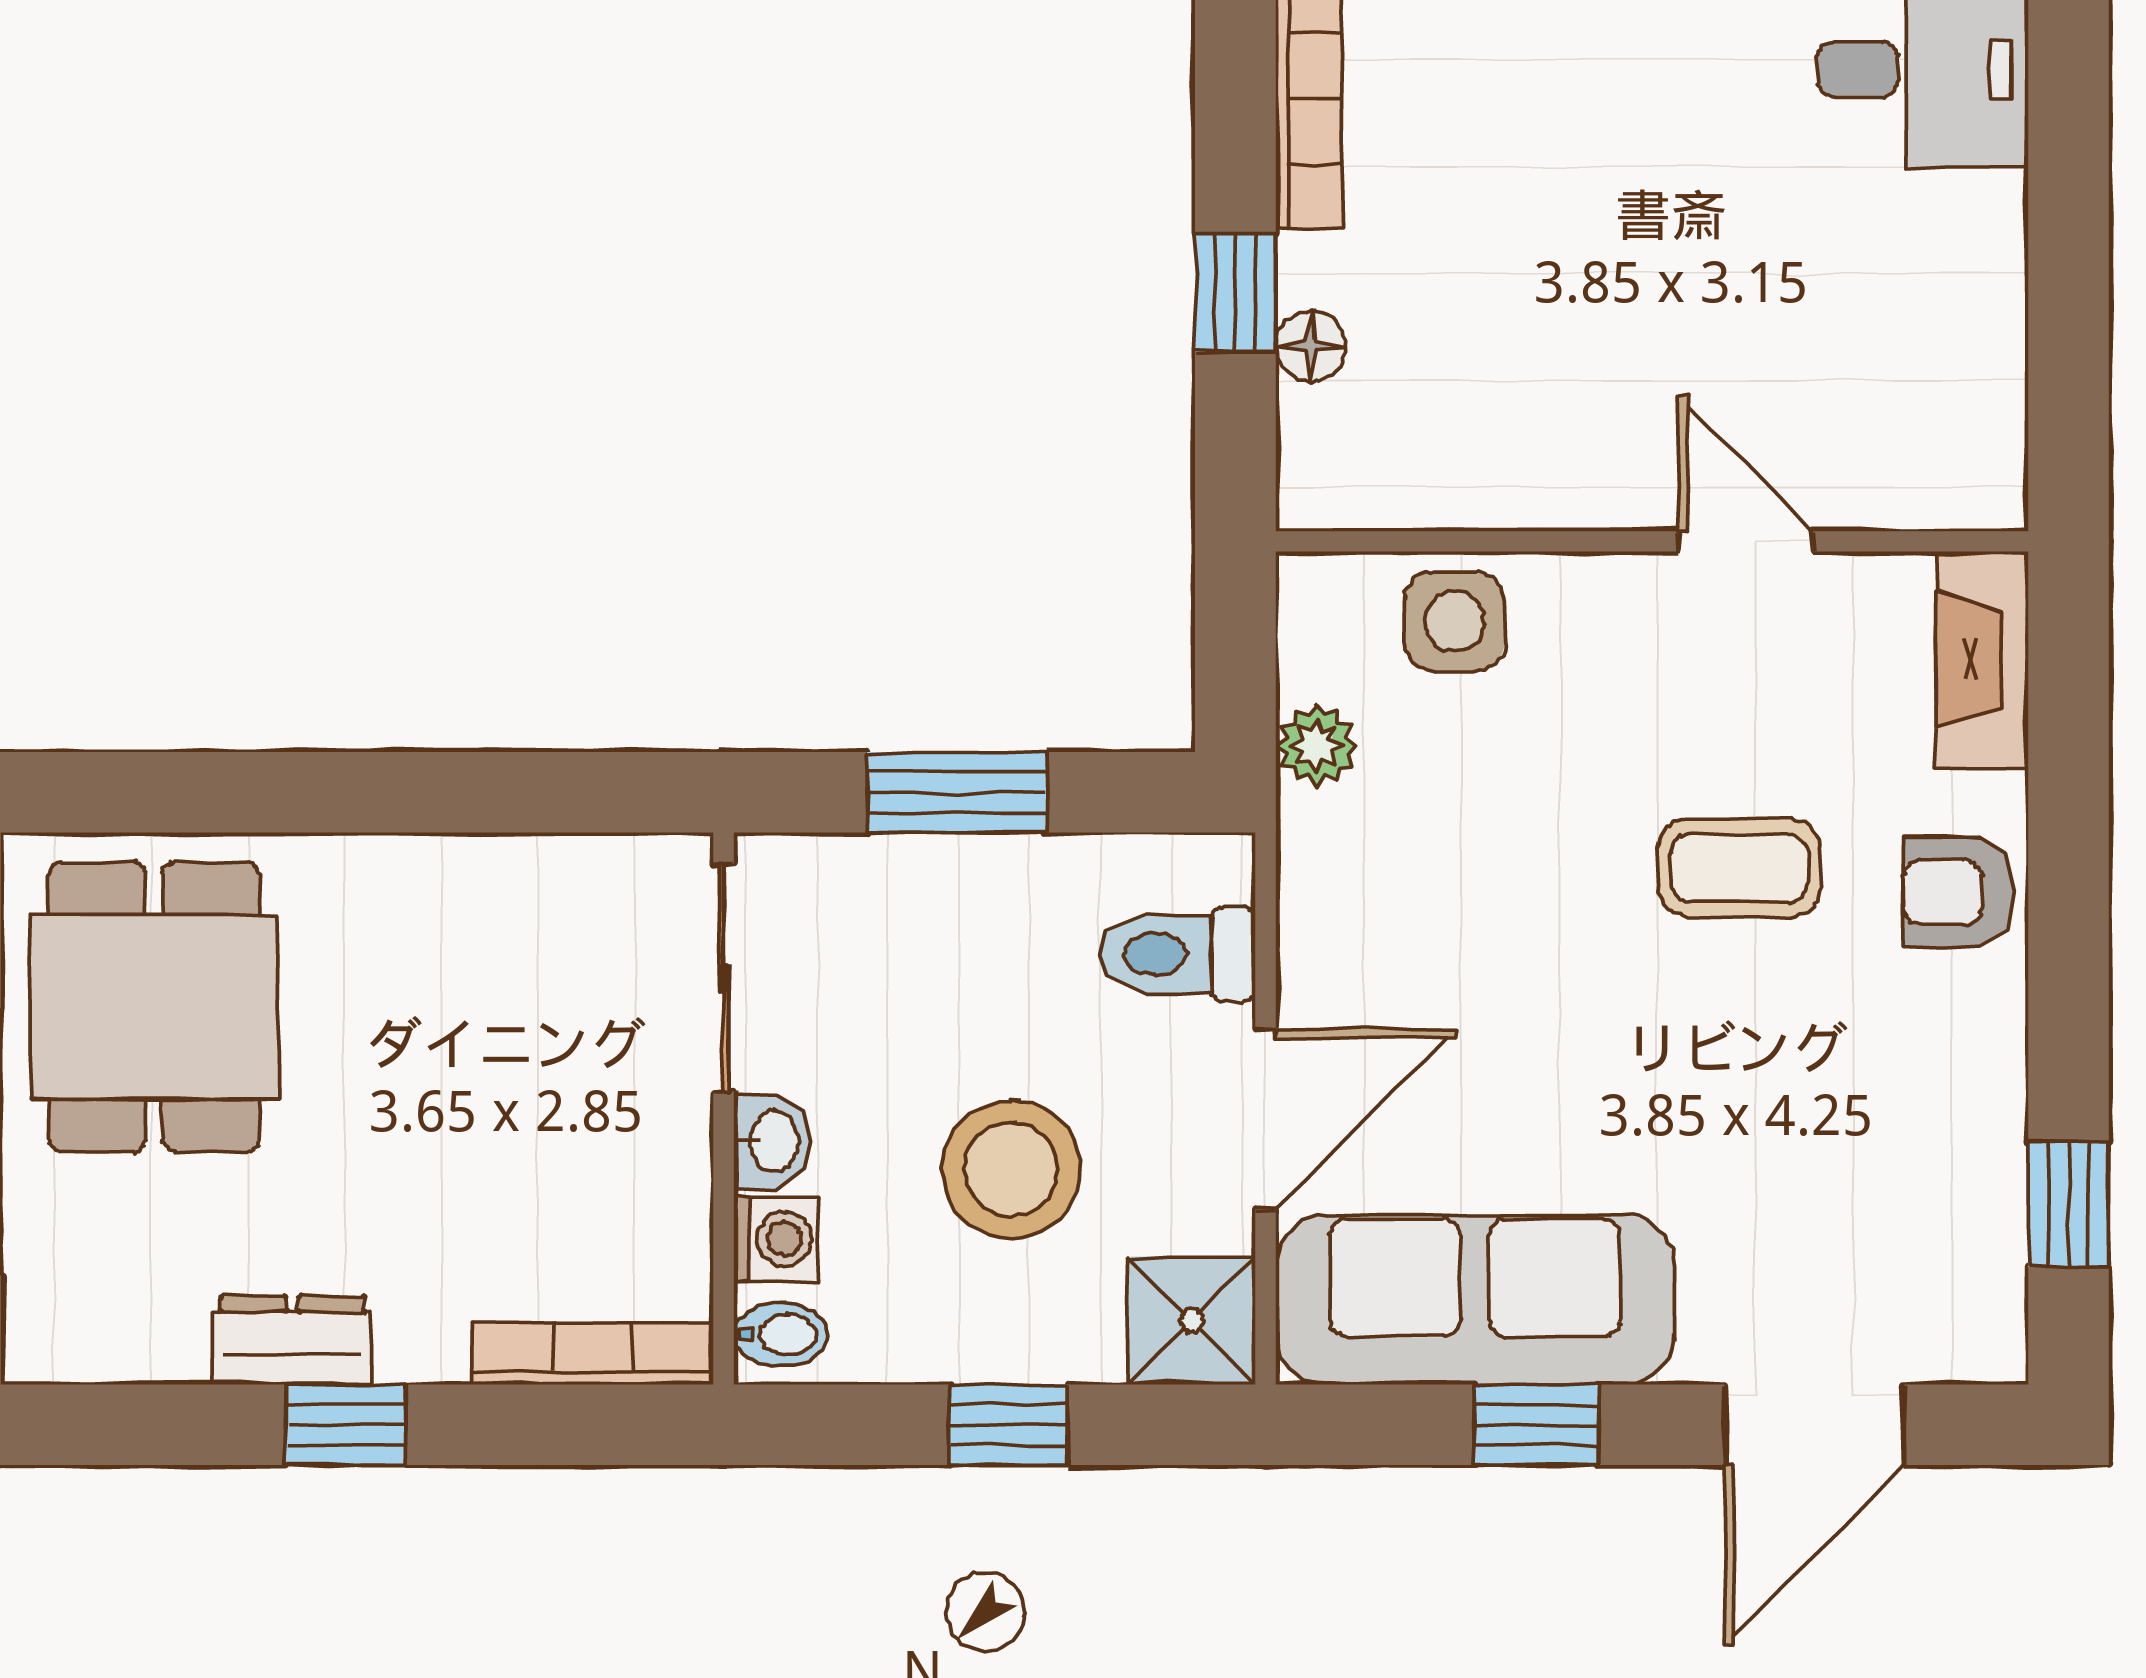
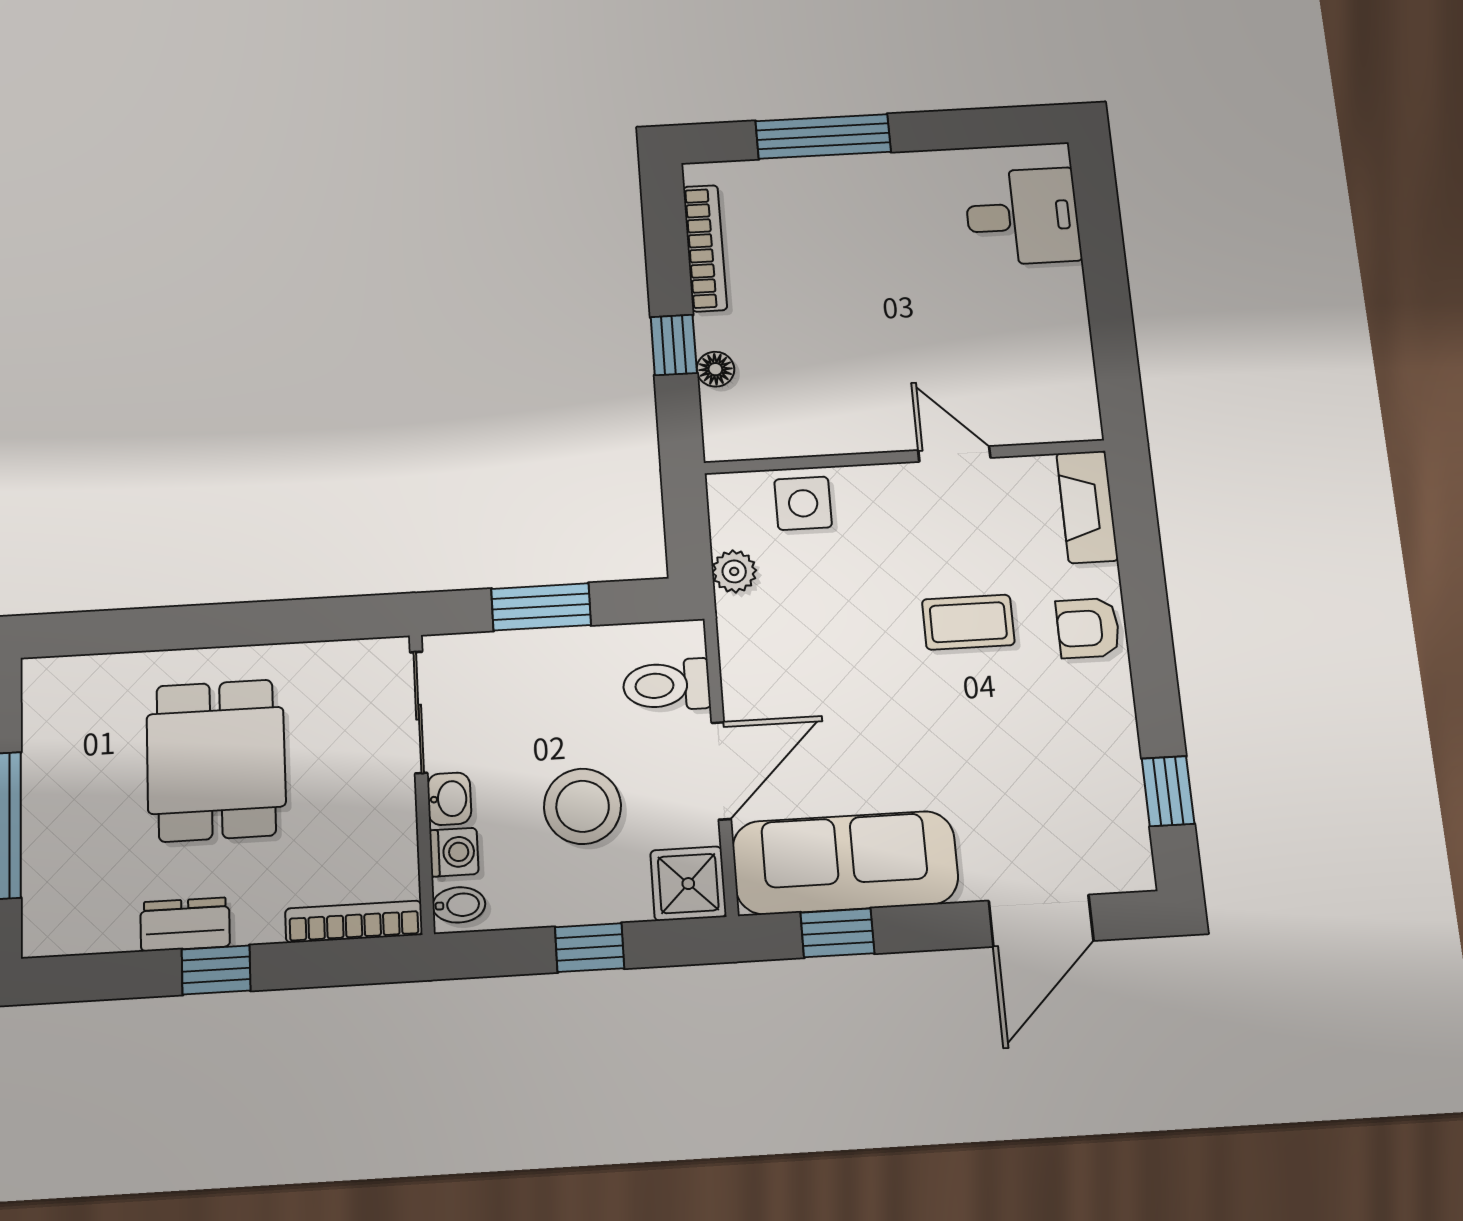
dining table: (154, 1007) -> (216, 760), moved
window: (1537, 1425) -> (837, 933), moved

